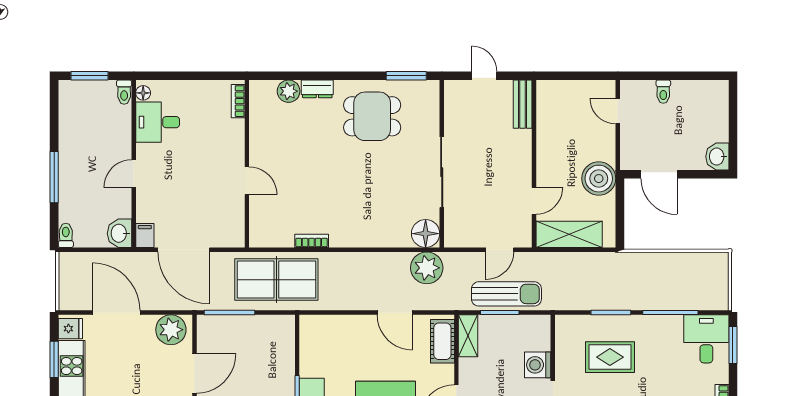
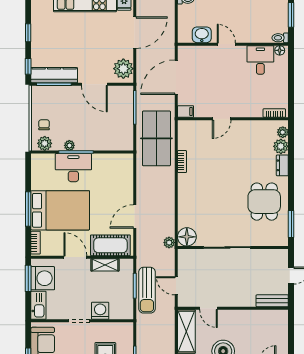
plant: (267, 88) -> (283, 132), added
washbasin: (120, 233) -> (202, 35), moved
filing cabinet: (145, 236) -> (186, 111), moved
plant: (427, 268) -> (169, 243), width x0.53, depth x0.53
shelving: (468, 336) -> (105, 265), moved
cot: (442, 341) -> (110, 245), width x1.37, depth x1.34

